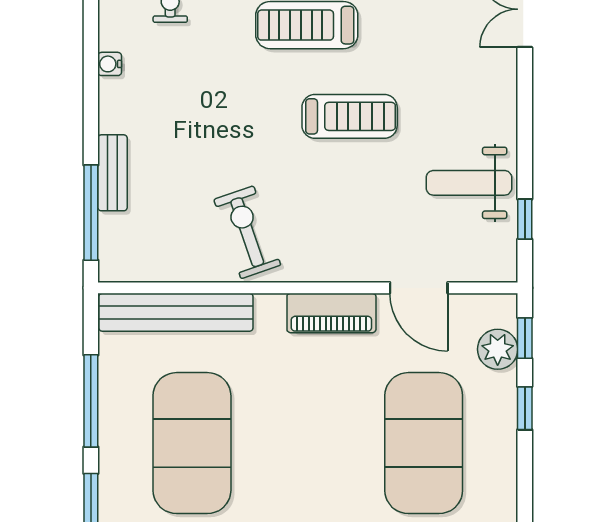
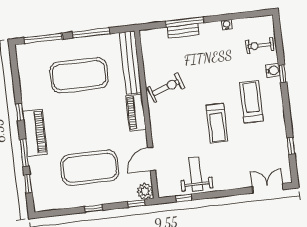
window: (91, 213) -> (185, 22), moved
piano: (331, 313) -> (136, 112), moved
plant: (498, 349) -> (145, 191), moved
window: (525, 408) -> (94, 208), moved

